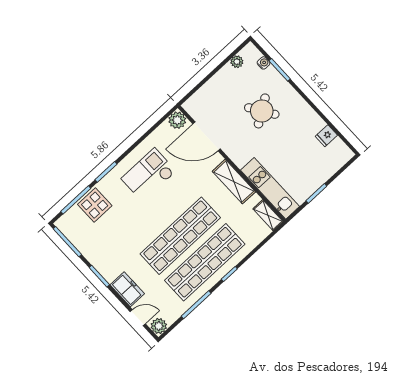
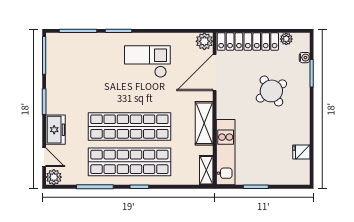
locker: (210, 90) -> (248, 42), added
door: (207, 136) -> (215, 72), hinge flipped
display table: (95, 205) -> (88, 47), removed

